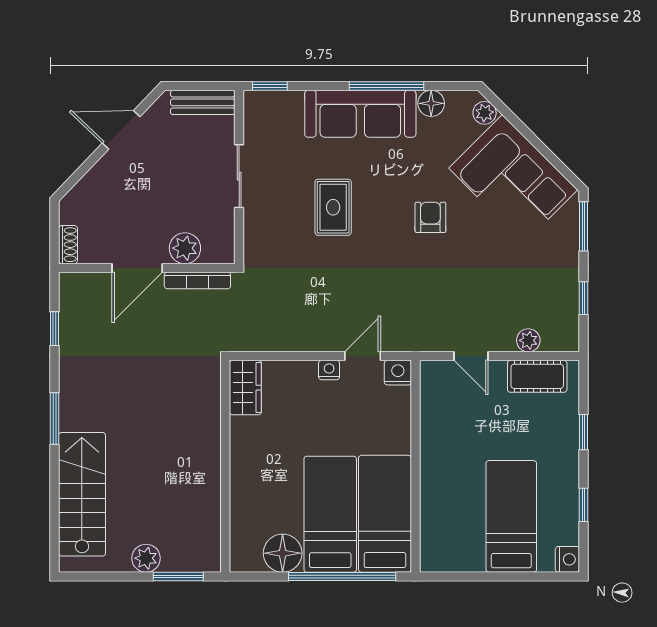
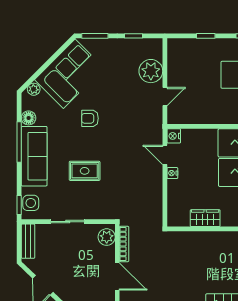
side table: (274, 107) -> (31, 203), added
plant: (185, 248) -> (107, 237), moved
plant: (528, 340) -> (151, 71), width x1.87, depth x1.87
cot: (537, 376) -> (176, 61), removed
wardrobe: (245, 388) -> (205, 218), moved

